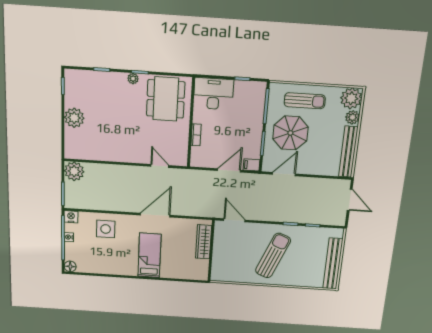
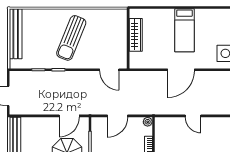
plant: (195, 162) -> (148, 122), added
filing cabinet: (251, 165) -> (98, 122), removed
door: (160, 166) -> (193, 116), moved
wardrobe: (204, 242) -> (136, 35), moved

